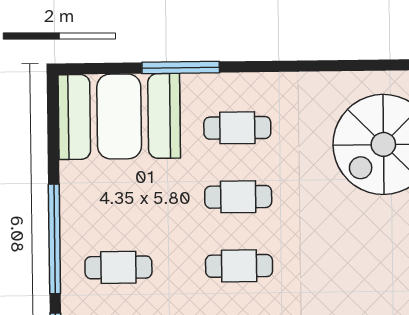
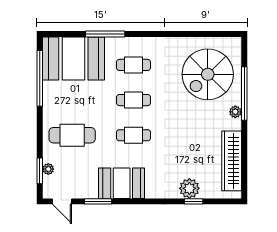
window: (54, 239) -> (40, 78), moved
cafe table: (118, 267) -> (72, 135), width x1.37, depth x1.35

